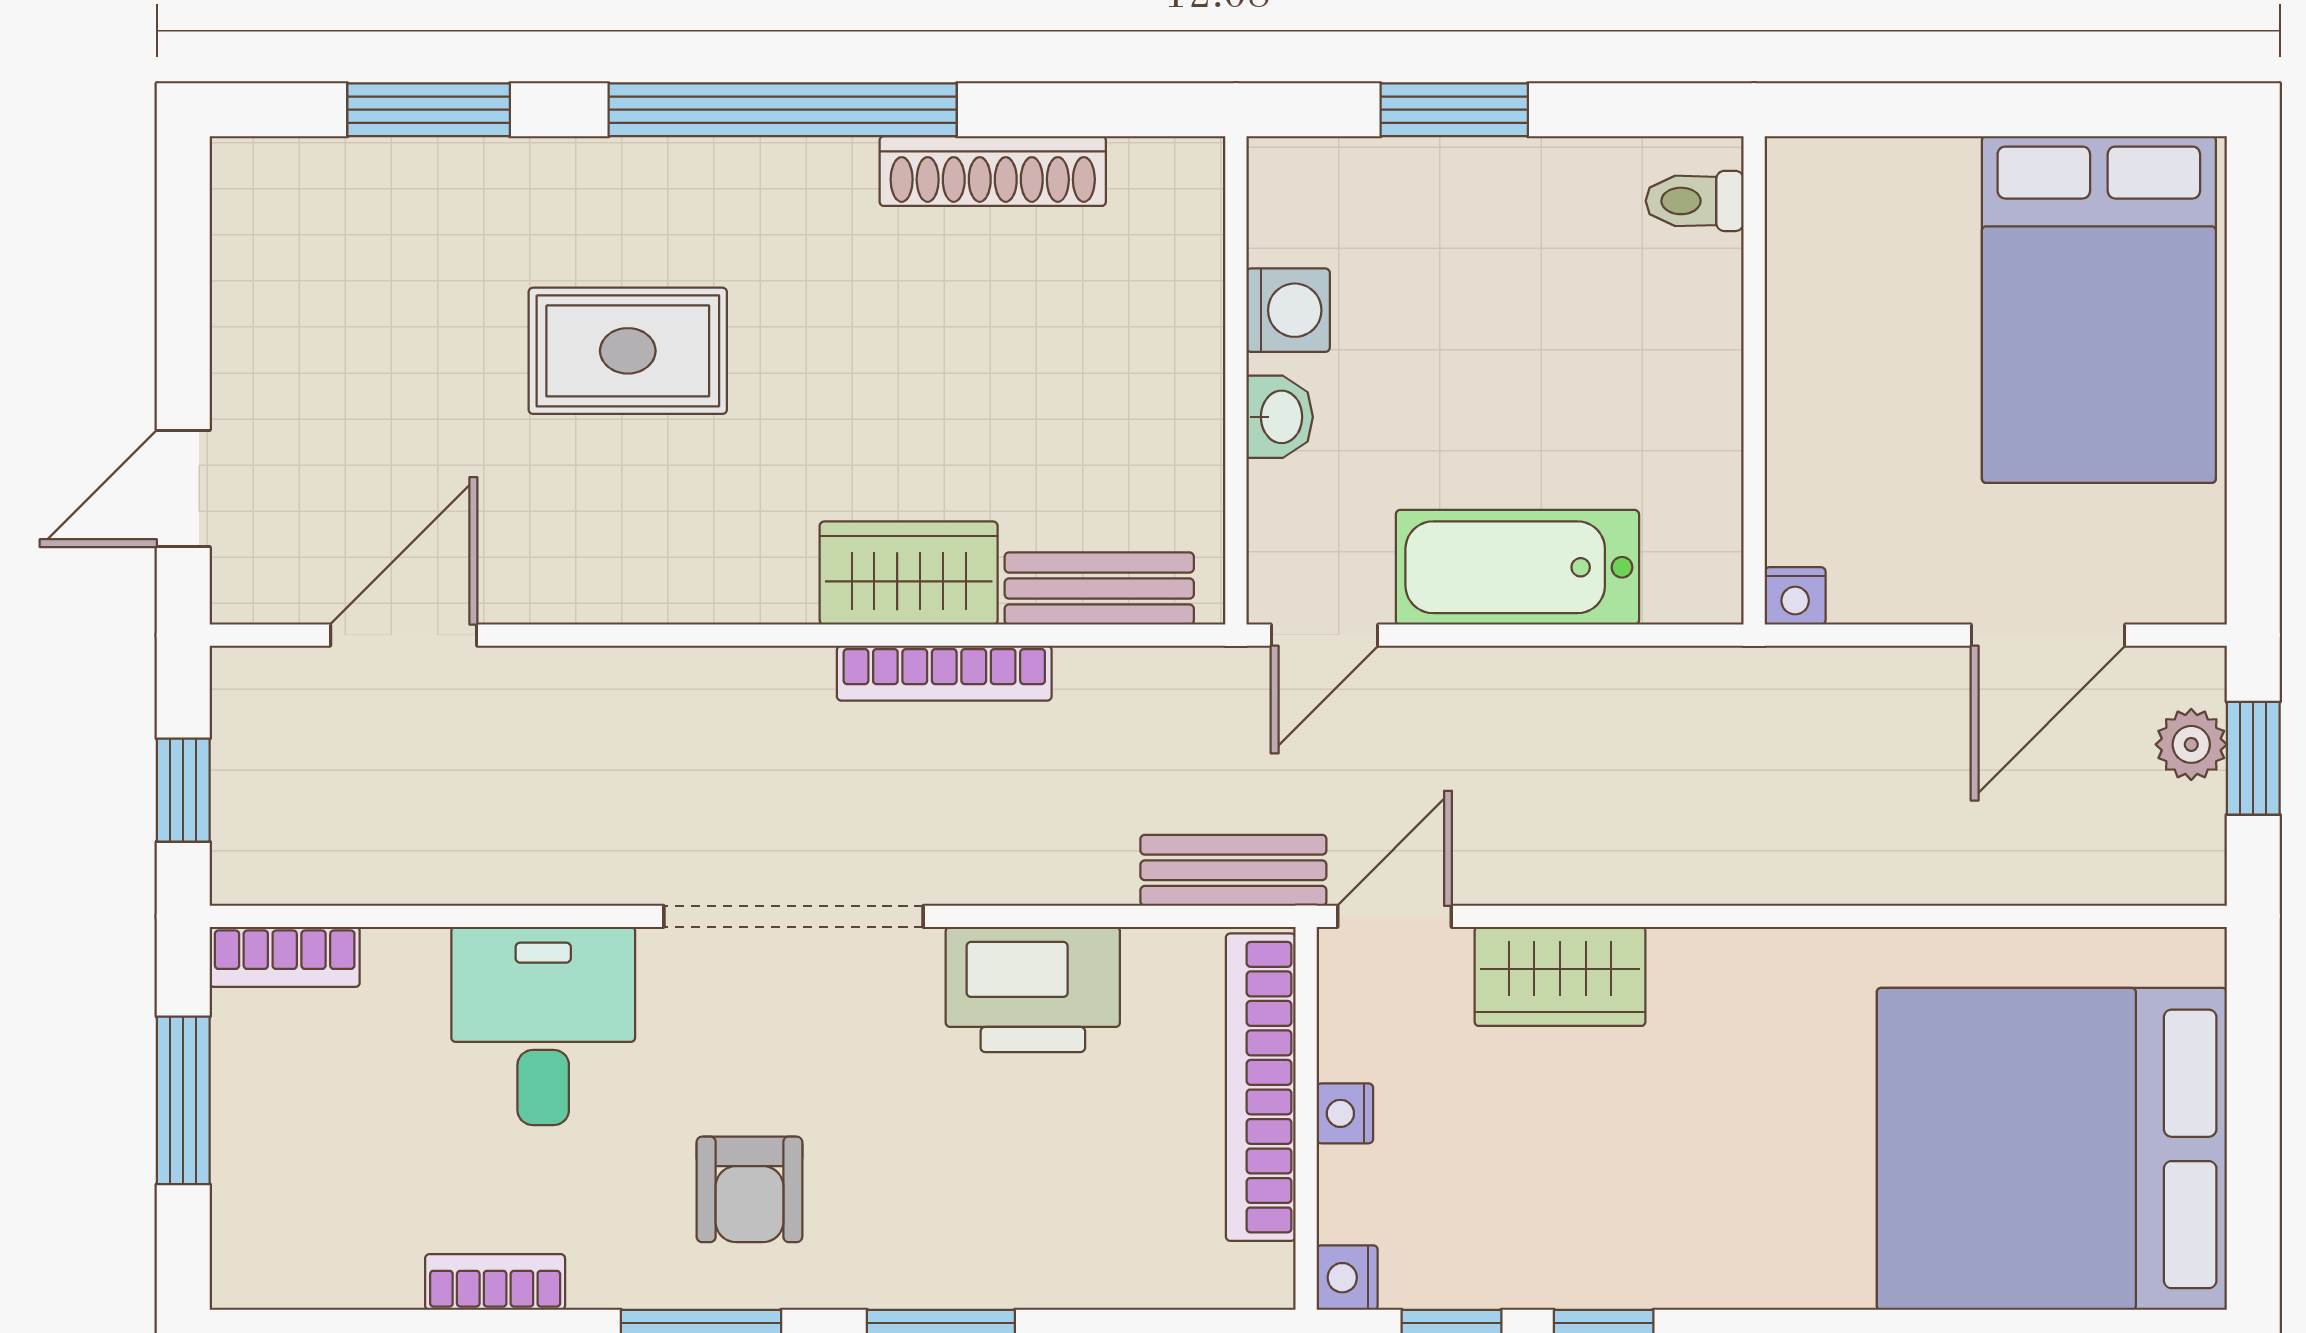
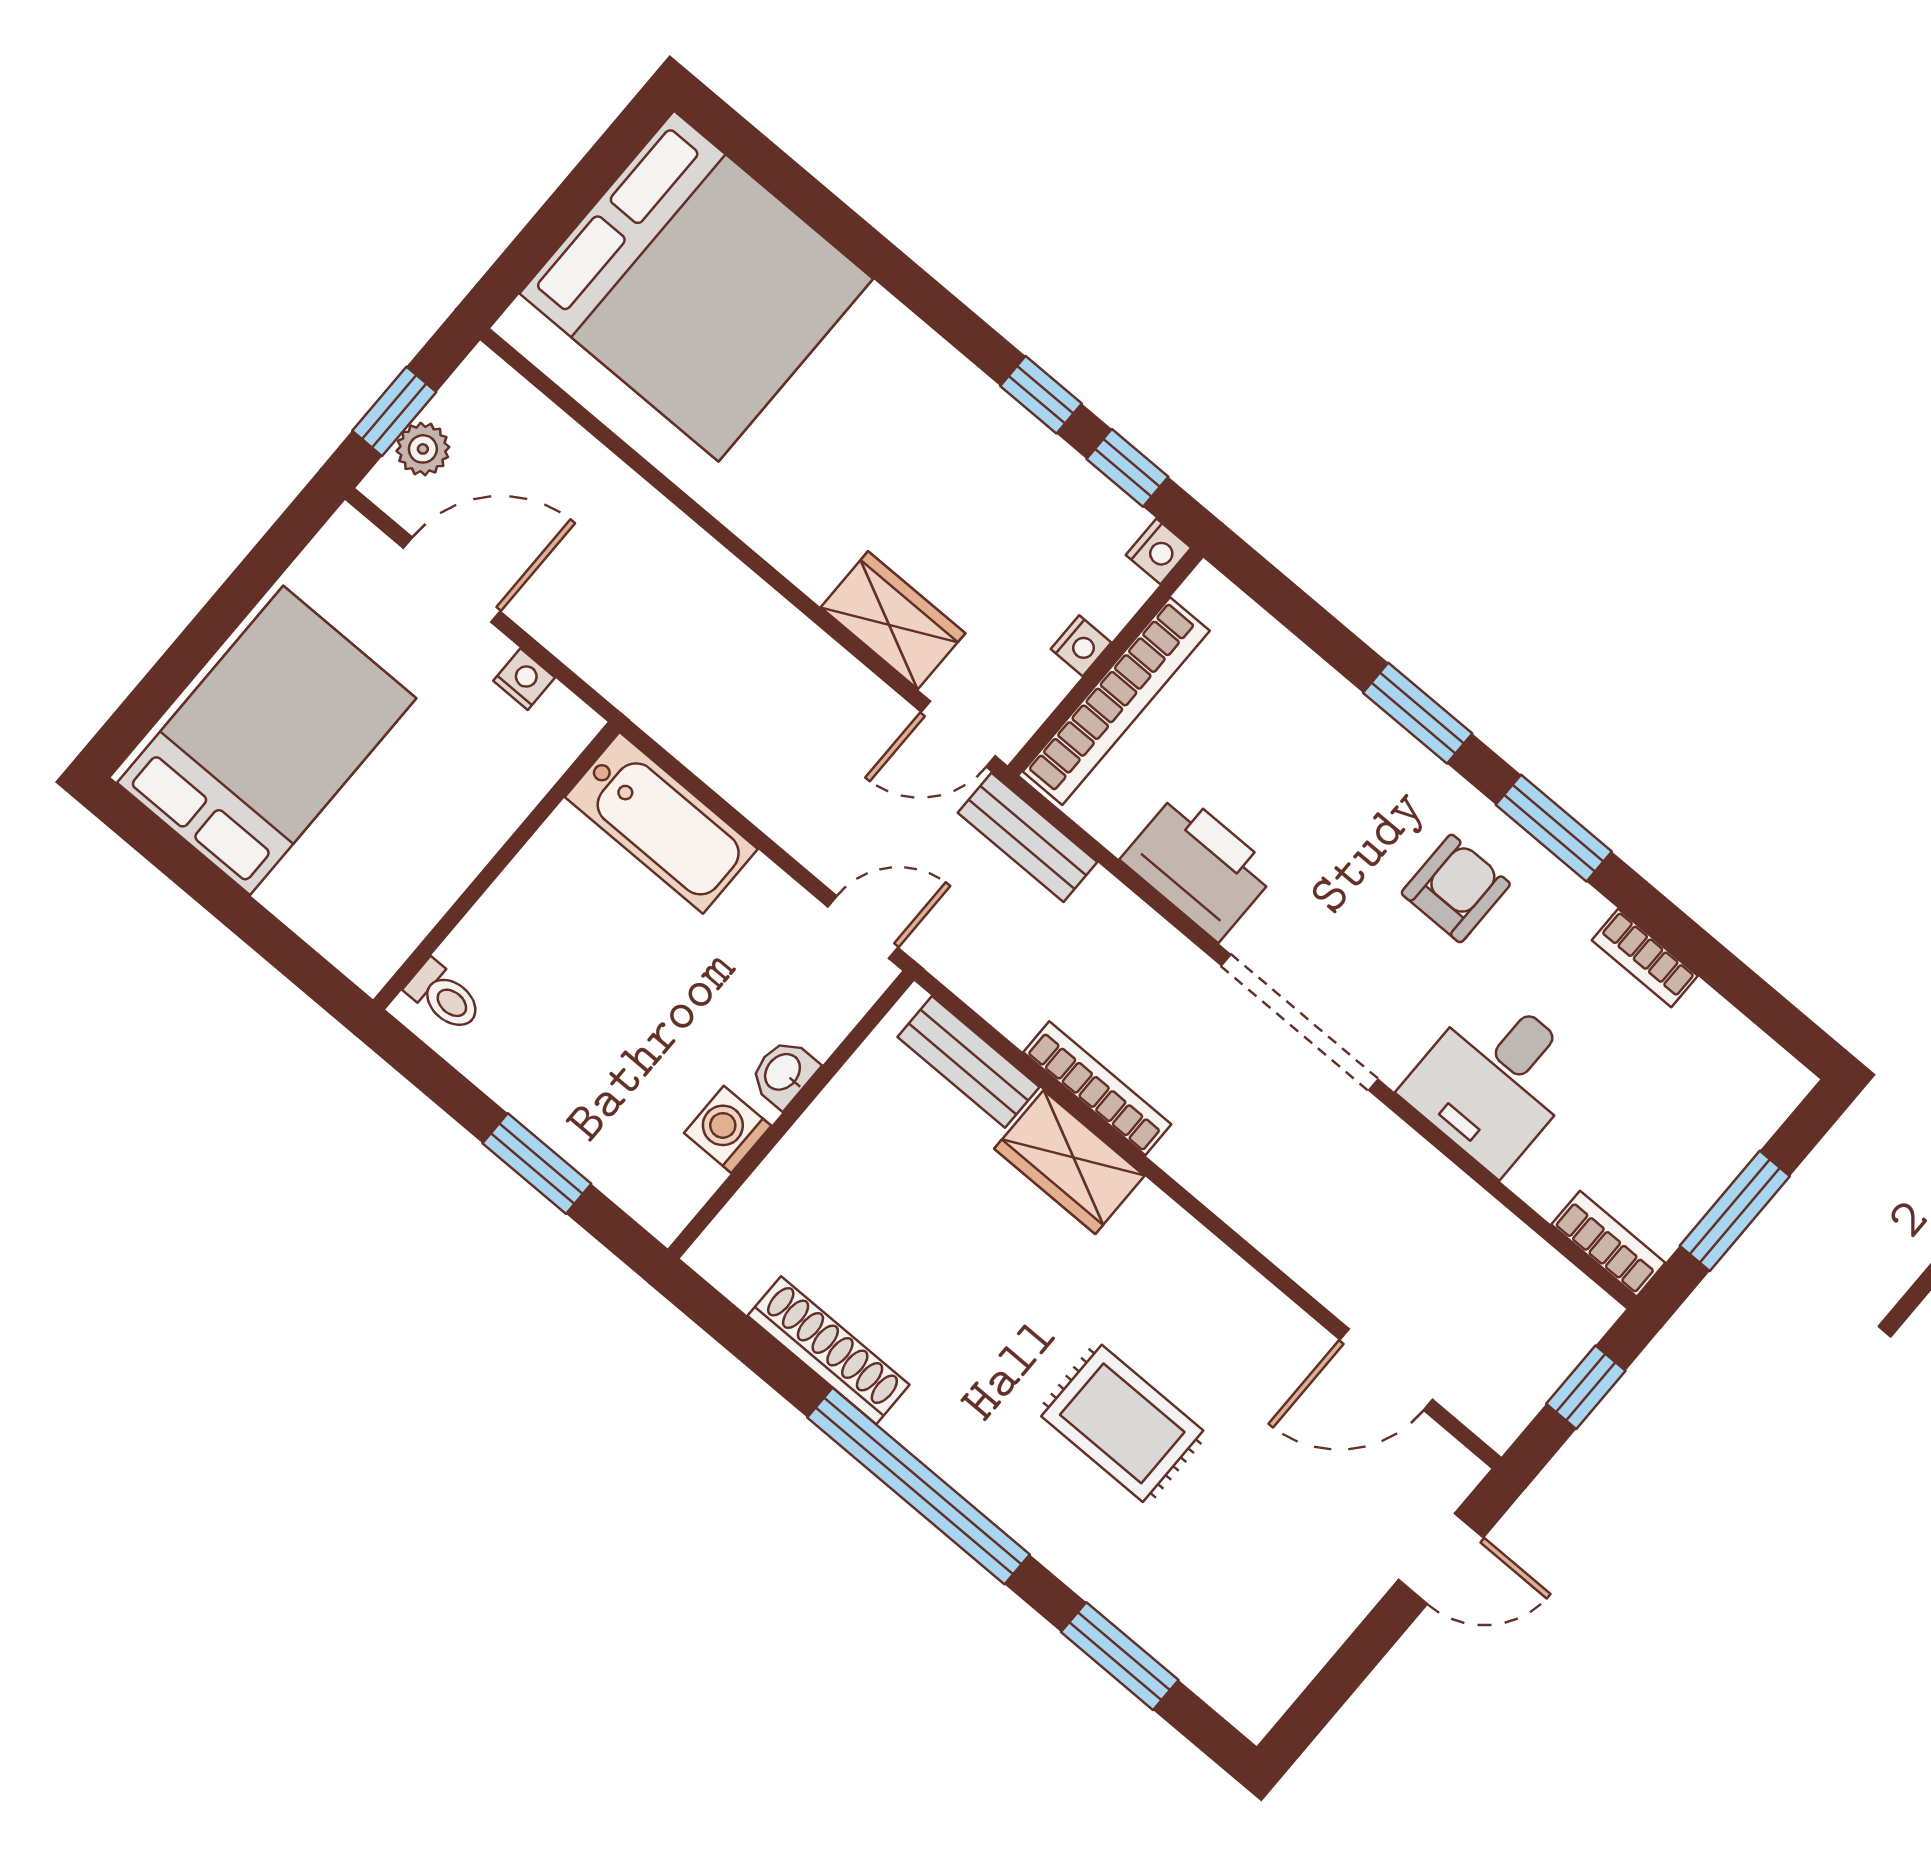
bathtub: (1517, 567) -> (661, 823), moved
nightstand: (1795, 596) -> (524, 679), moved

